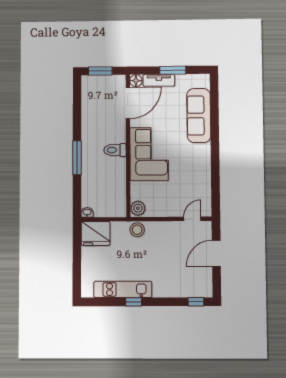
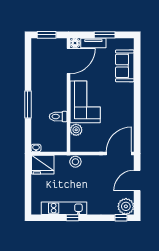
sofa: (199, 115) -> (125, 66), width x0.73
toilet: (115, 150) -> (58, 117), moved
plant: (138, 208) -> (76, 130), moved
door: (192, 219) -> (119, 153), width x1.87
plant: (202, 287) -> (126, 206), added

